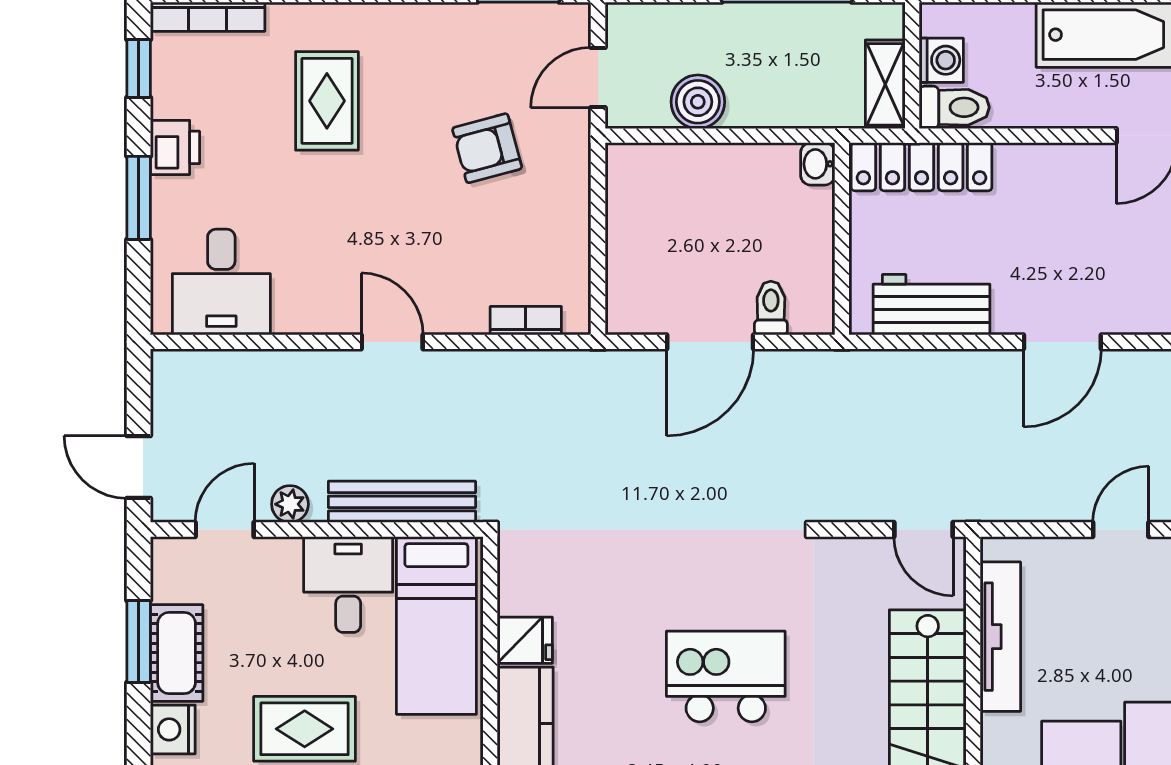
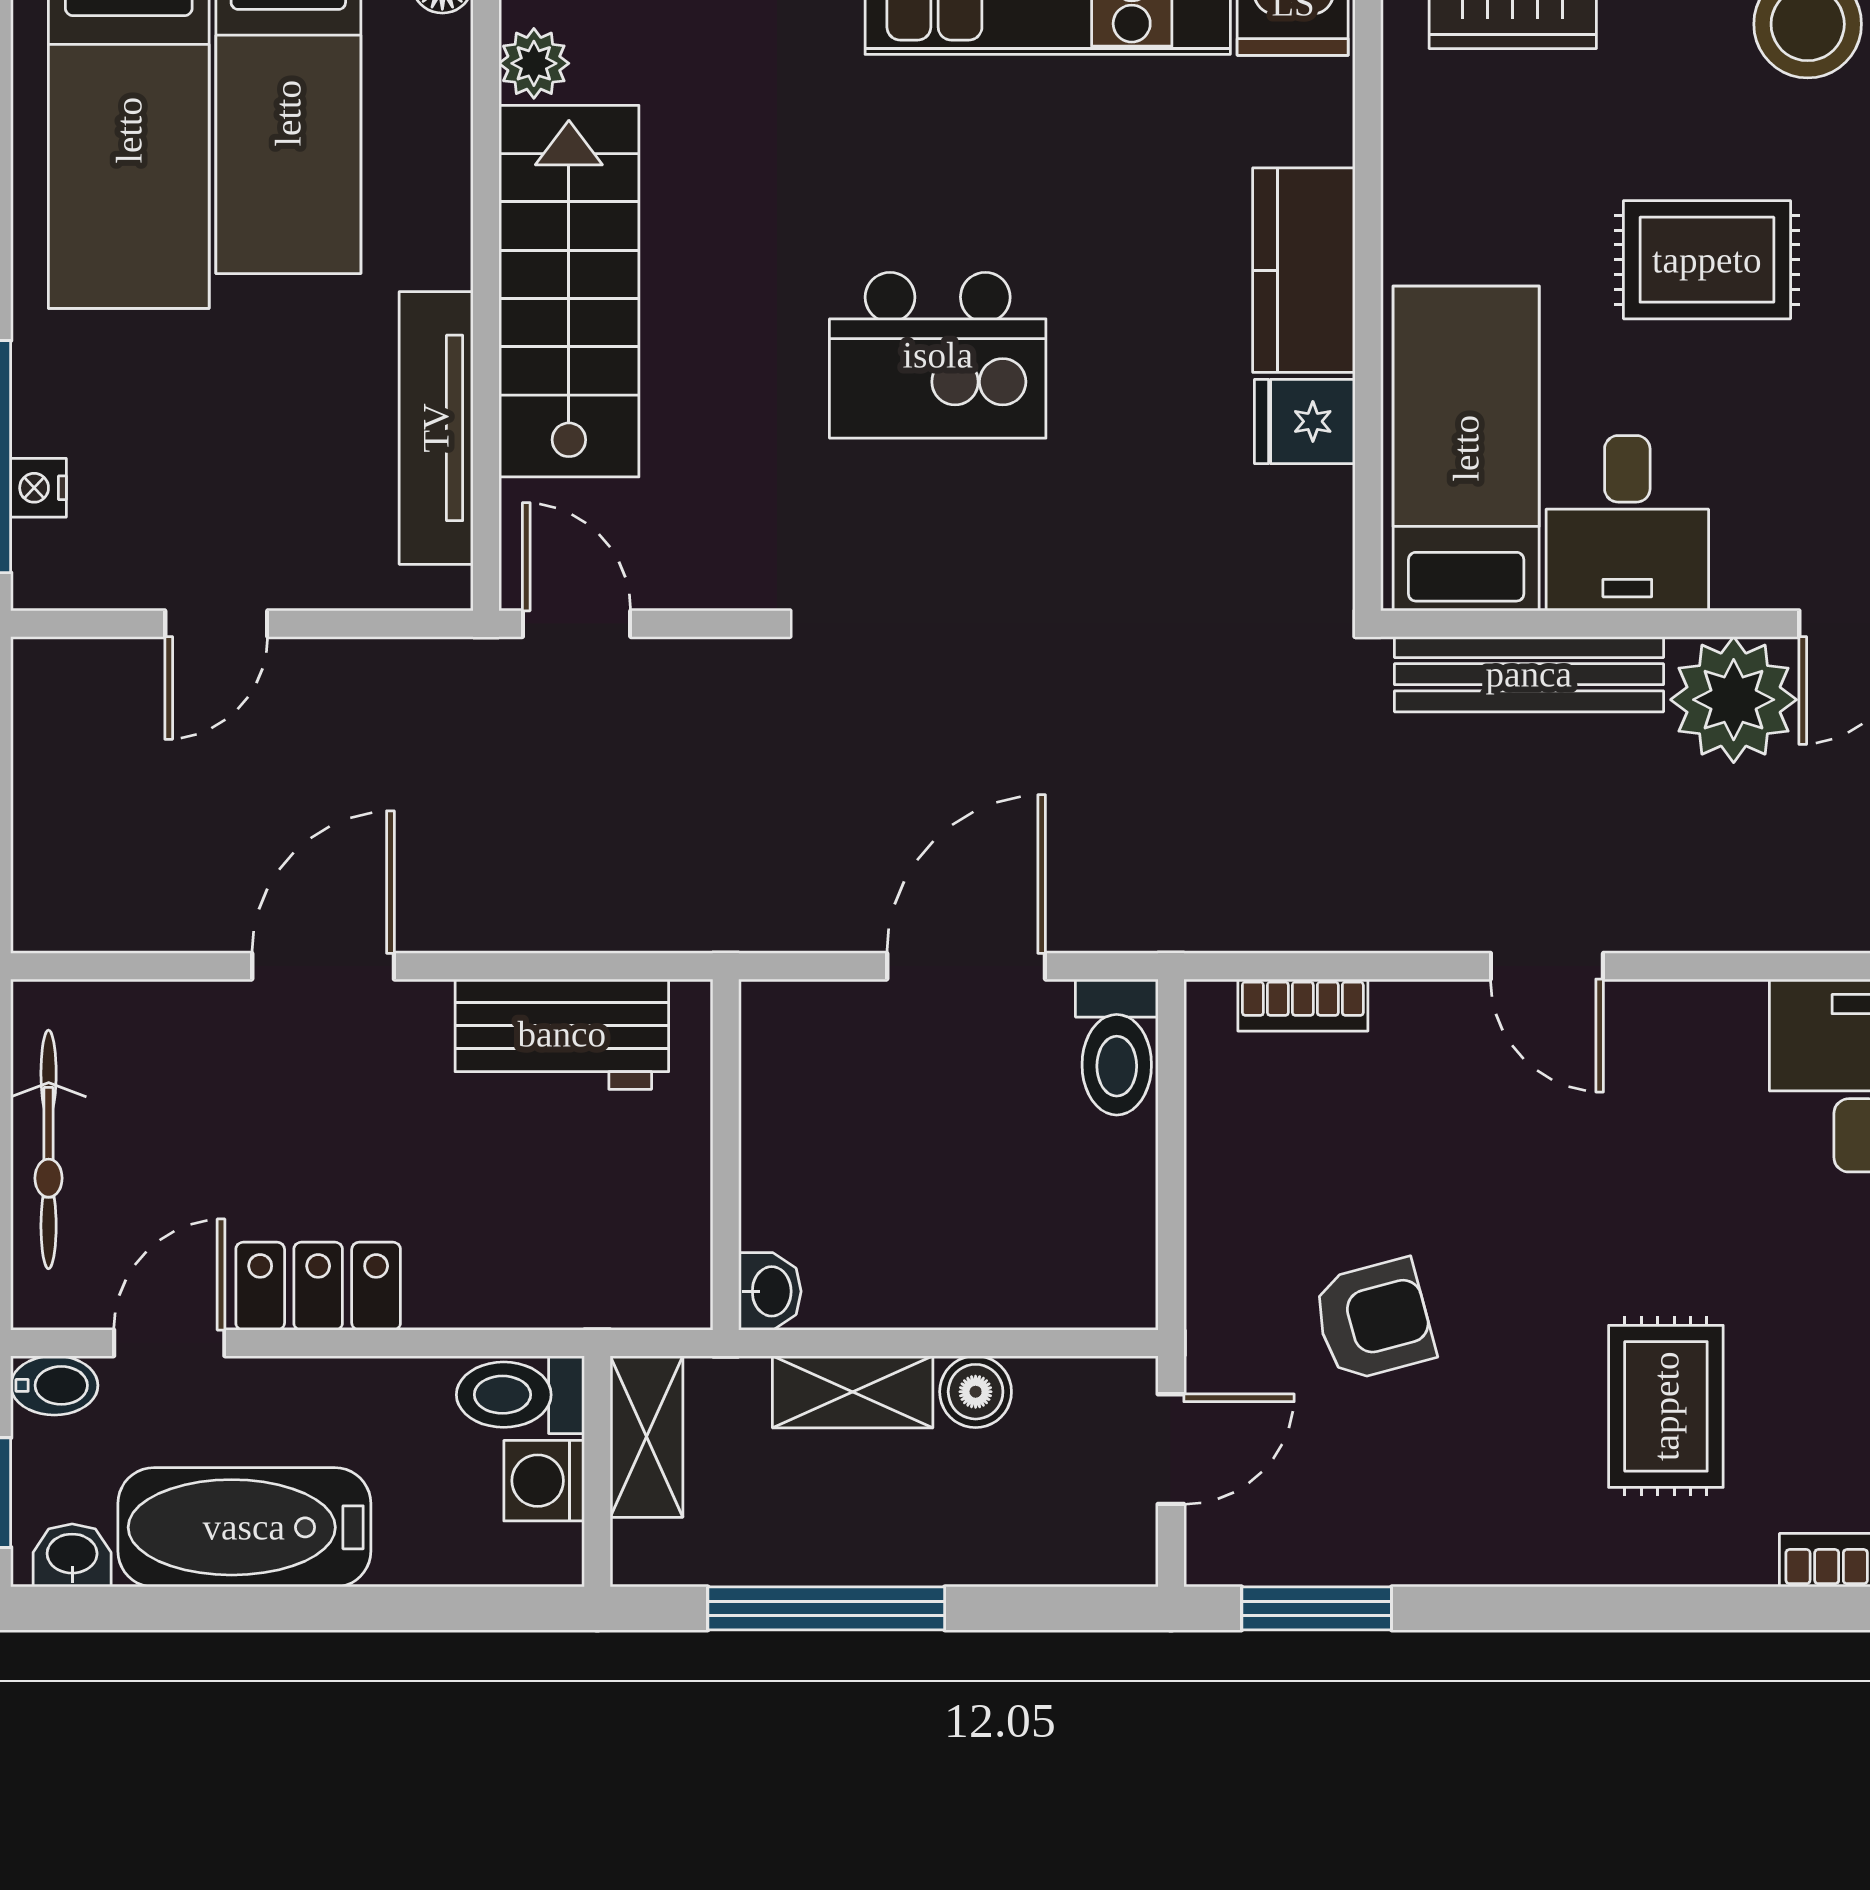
boiler: (698, 102) -> (976, 1392), width x0.73, depth x0.73
shelving: (772, 109) -> (853, 1392), added
locker: (922, 167) -> (318, 1286), moved, width x0.66
toilet: (771, 308) -> (1117, 1047), moved, width x1.37, depth x1.39
plant: (290, 504) -> (1734, 700), width x1.88, depth x1.88

